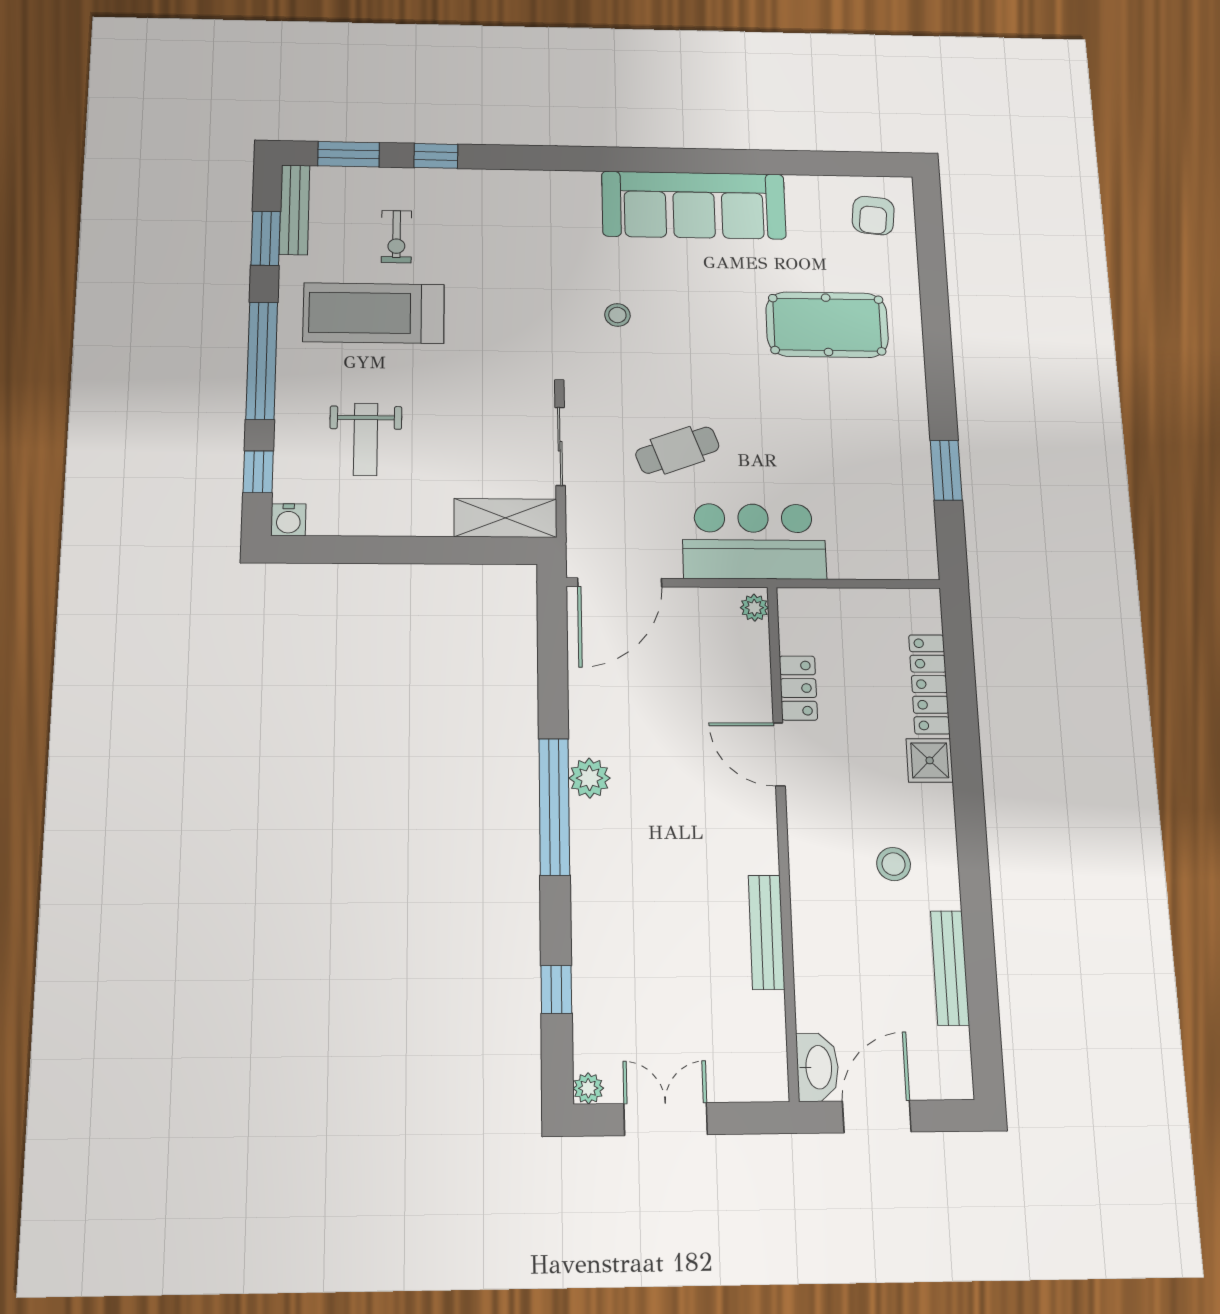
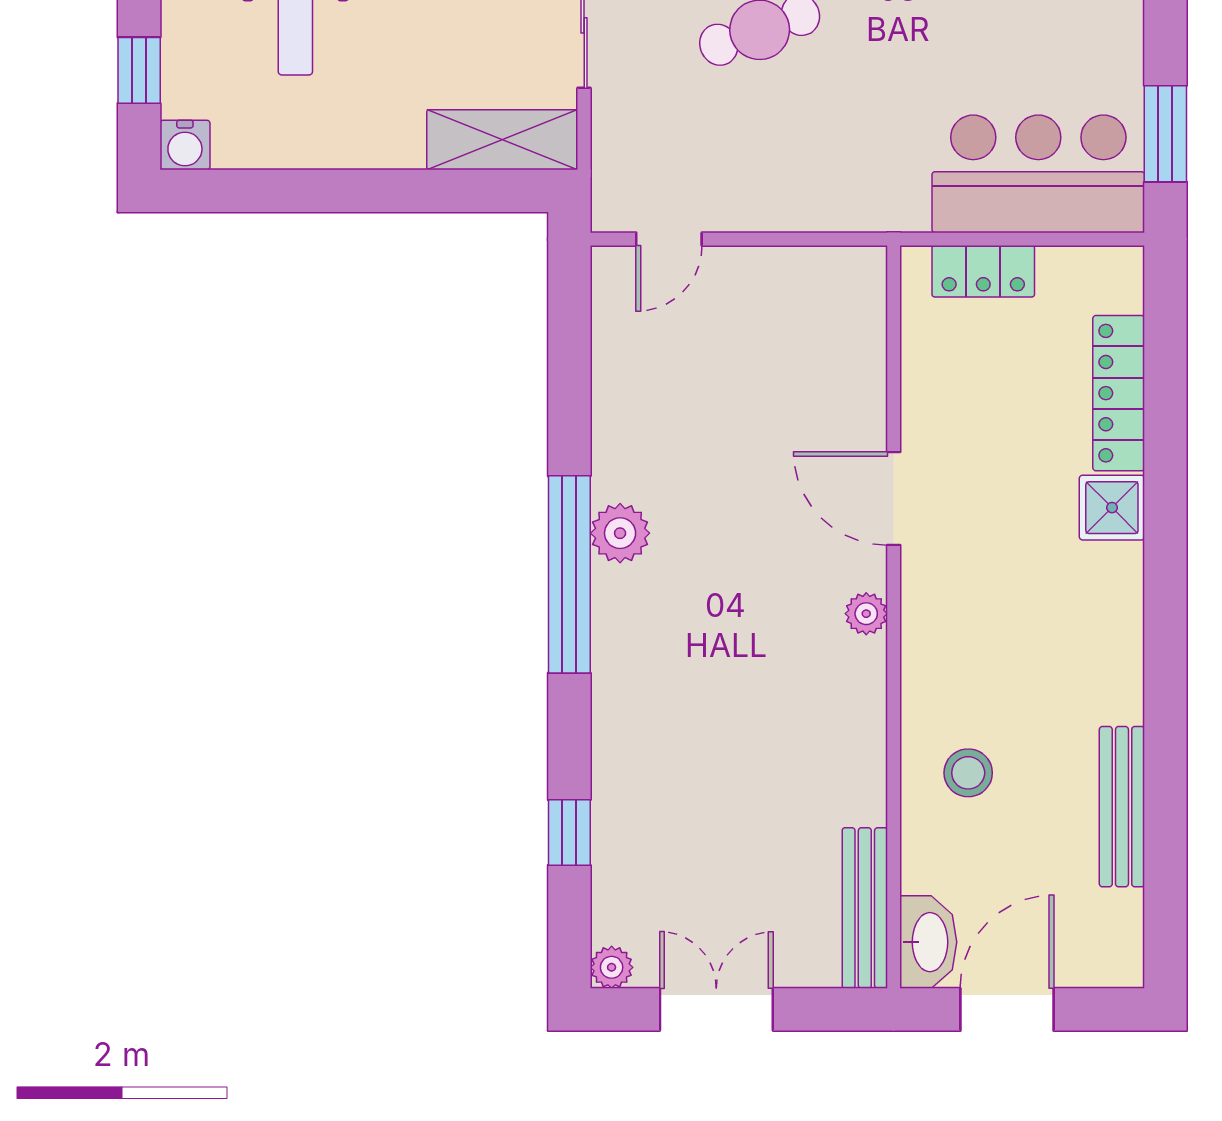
window: (946, 470) -> (1165, 134), moved
bar counter: (754, 541) -> (1038, 174), moved
door: (620, 582) -> (669, 239), width x0.53
plant: (754, 608) -> (866, 614), moved
locker: (798, 688) -> (983, 271), moved, turned 90
stool: (894, 864) -> (968, 773), moved
bench: (766, 932) -> (865, 908), moved

